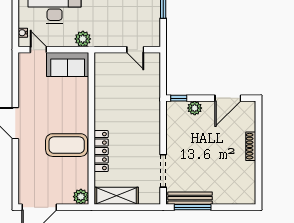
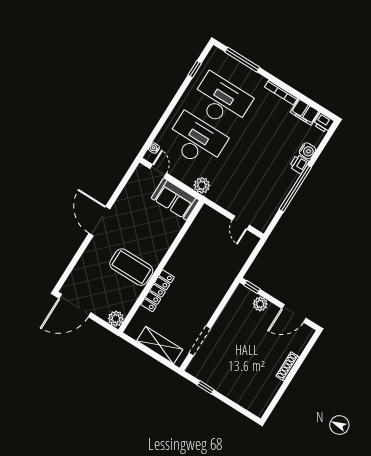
shelving: (117, 196) -> (160, 345), moved
bench: (190, 198) -> (208, 378), removed
window: (193, 207) -> (205, 387), width x0.46

